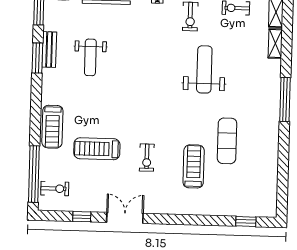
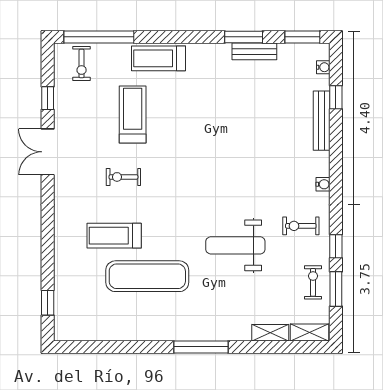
weight bench: (90, 57) -> (246, 103), removed
weight bench: (204, 69) -> (235, 245), turned 180
exercise mat: (227, 141) -> (147, 276), width x1.36, depth x1.45
treadmill: (194, 166) -> (114, 236), turned 180
double door: (125, 218) -> (48, 152), swing flipped

